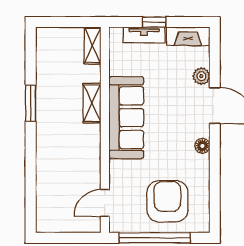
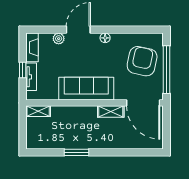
shelving: (92, 103) -> (111, 111), moved
armchair: (167, 201) -> (142, 61), turned 102
door: (105, 203) -> (143, 103), width x1.88

